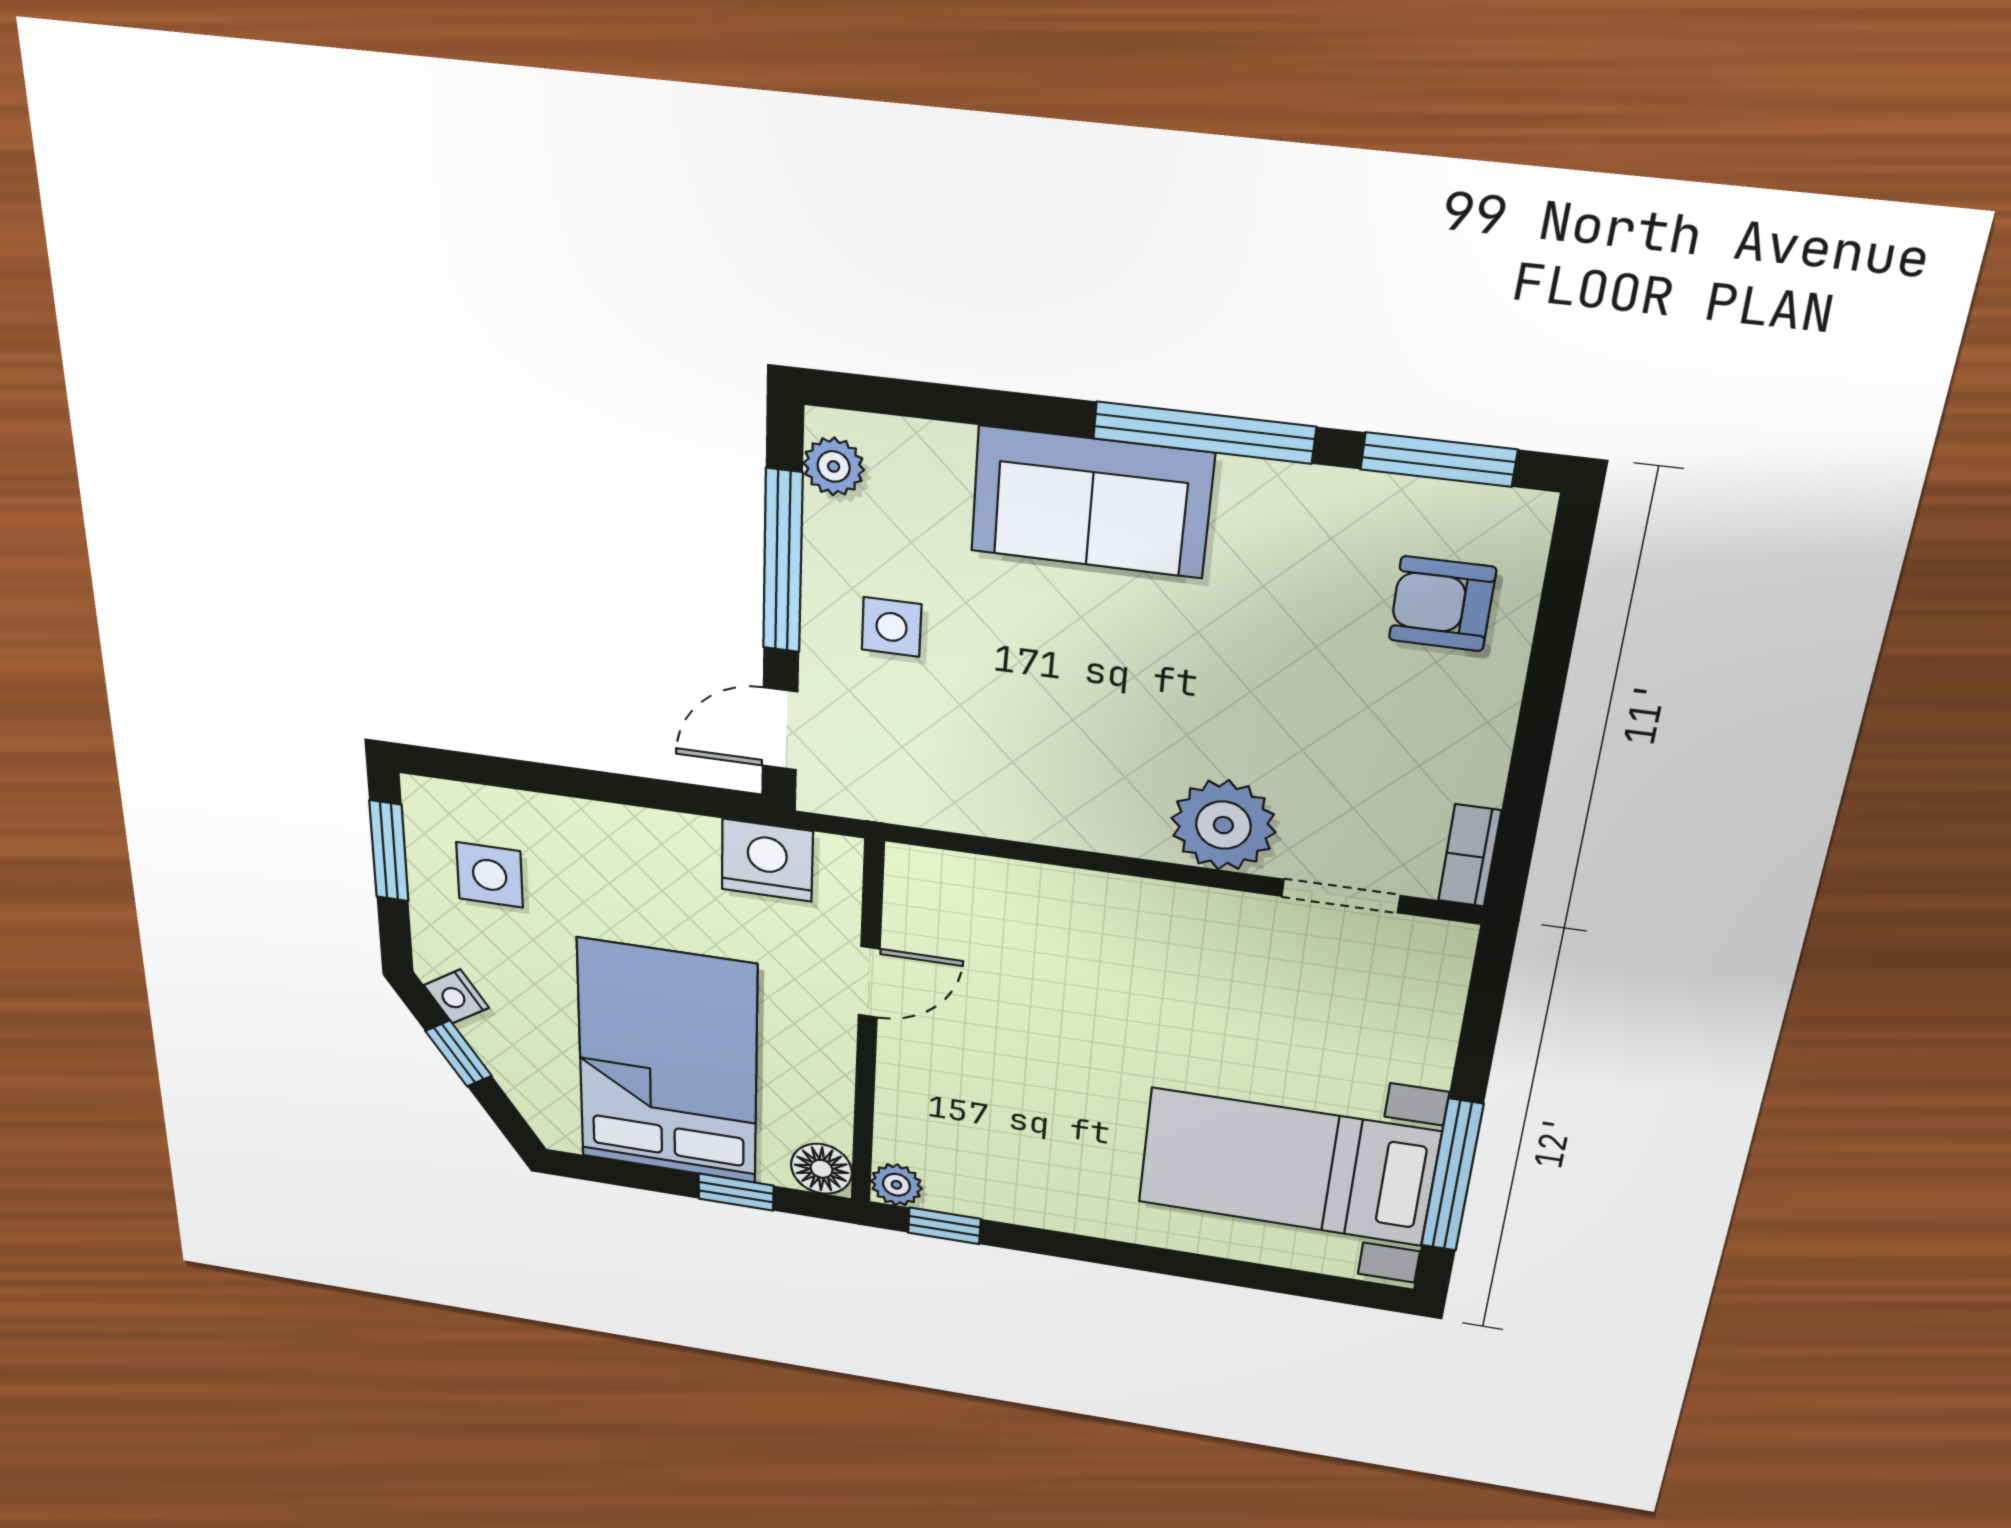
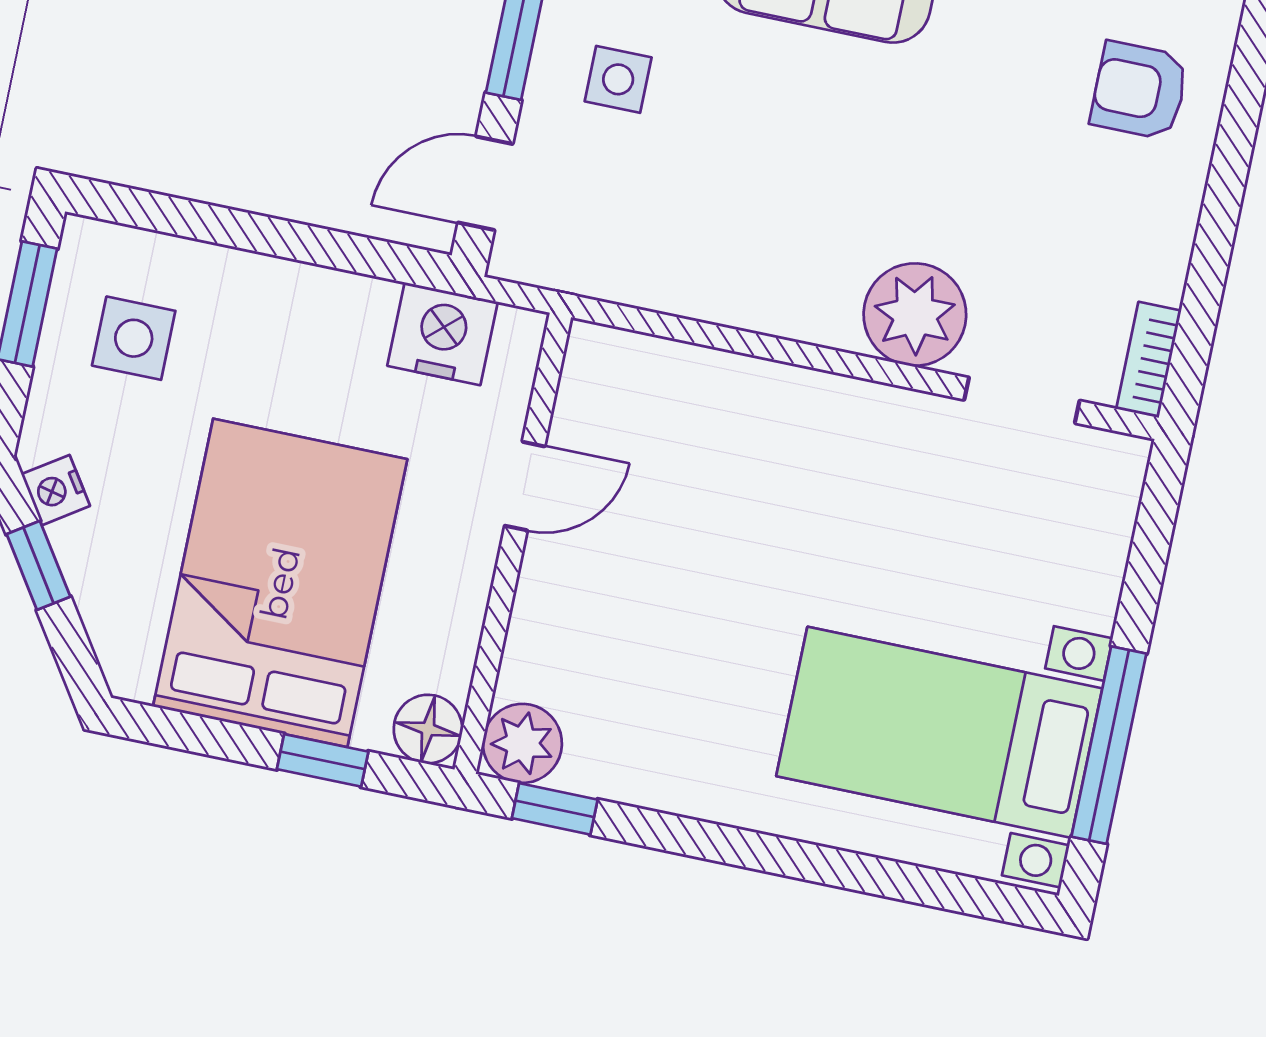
plant: (896, 1185) -> (522, 743), width x1.38, depth x1.38

